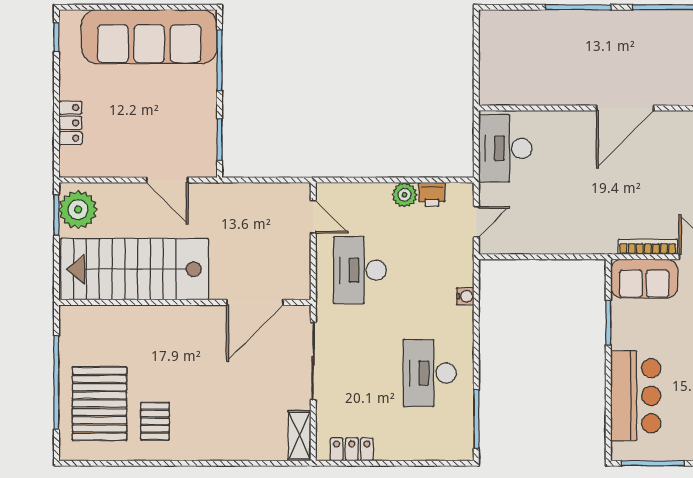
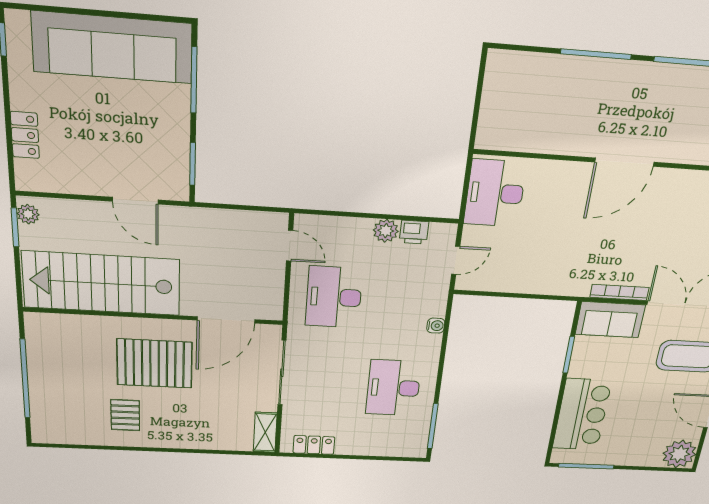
plant: (78, 210) -> (28, 214), width x0.53, depth x0.53
pallet: (100, 404) -> (155, 364), moved, turned 90

